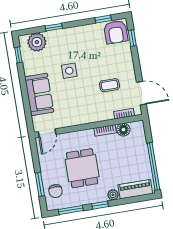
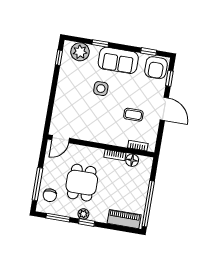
door: (141, 93) -> (164, 109), moved
sofa: (39, 94) -> (118, 60), moved, turned 90
window: (40, 184) -> (37, 184), width x1.44
plant: (113, 195) -> (83, 214), moved

